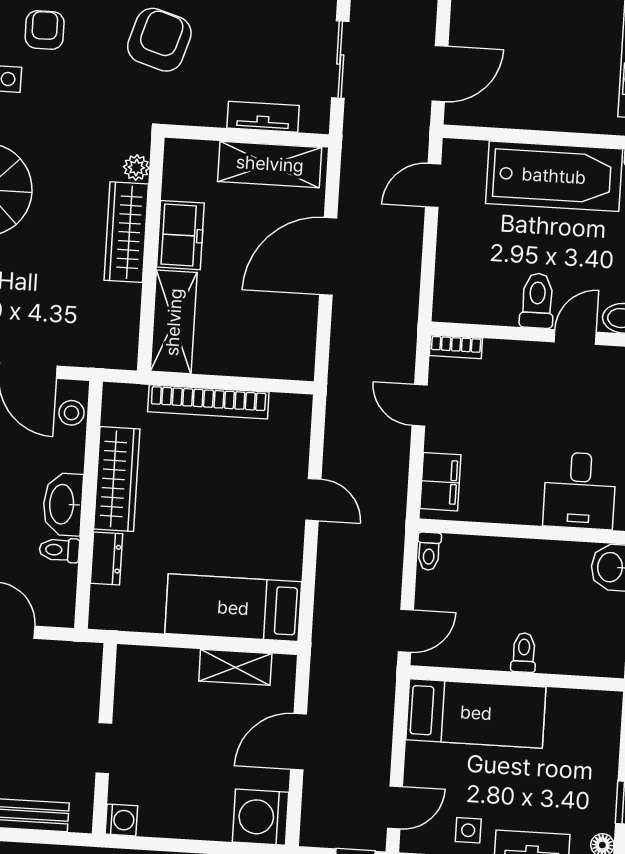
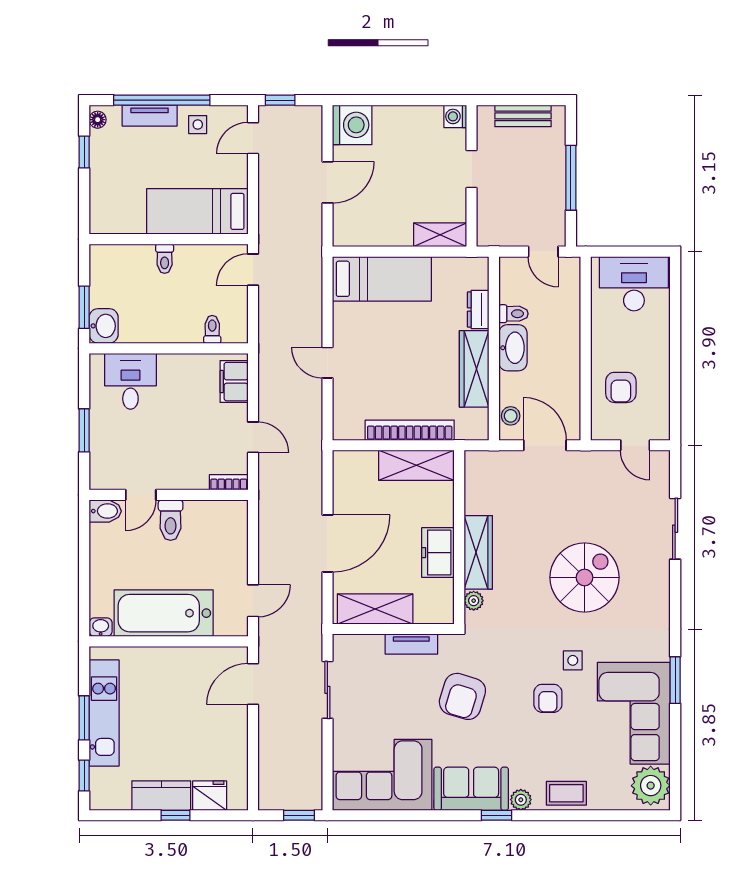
tv unit: (263, 117) -> (411, 644), moved
shelving: (174, 322) -> (416, 465), moved, turned 90
toilet: (429, 551) -> (212, 329), moved
shelving: (235, 667) -> (440, 235), moved

